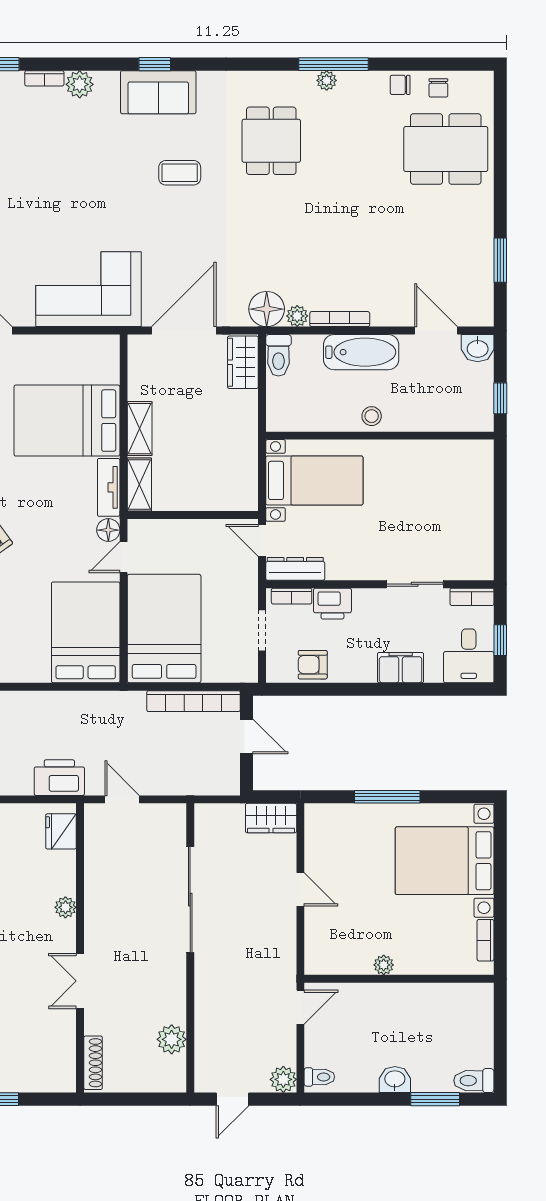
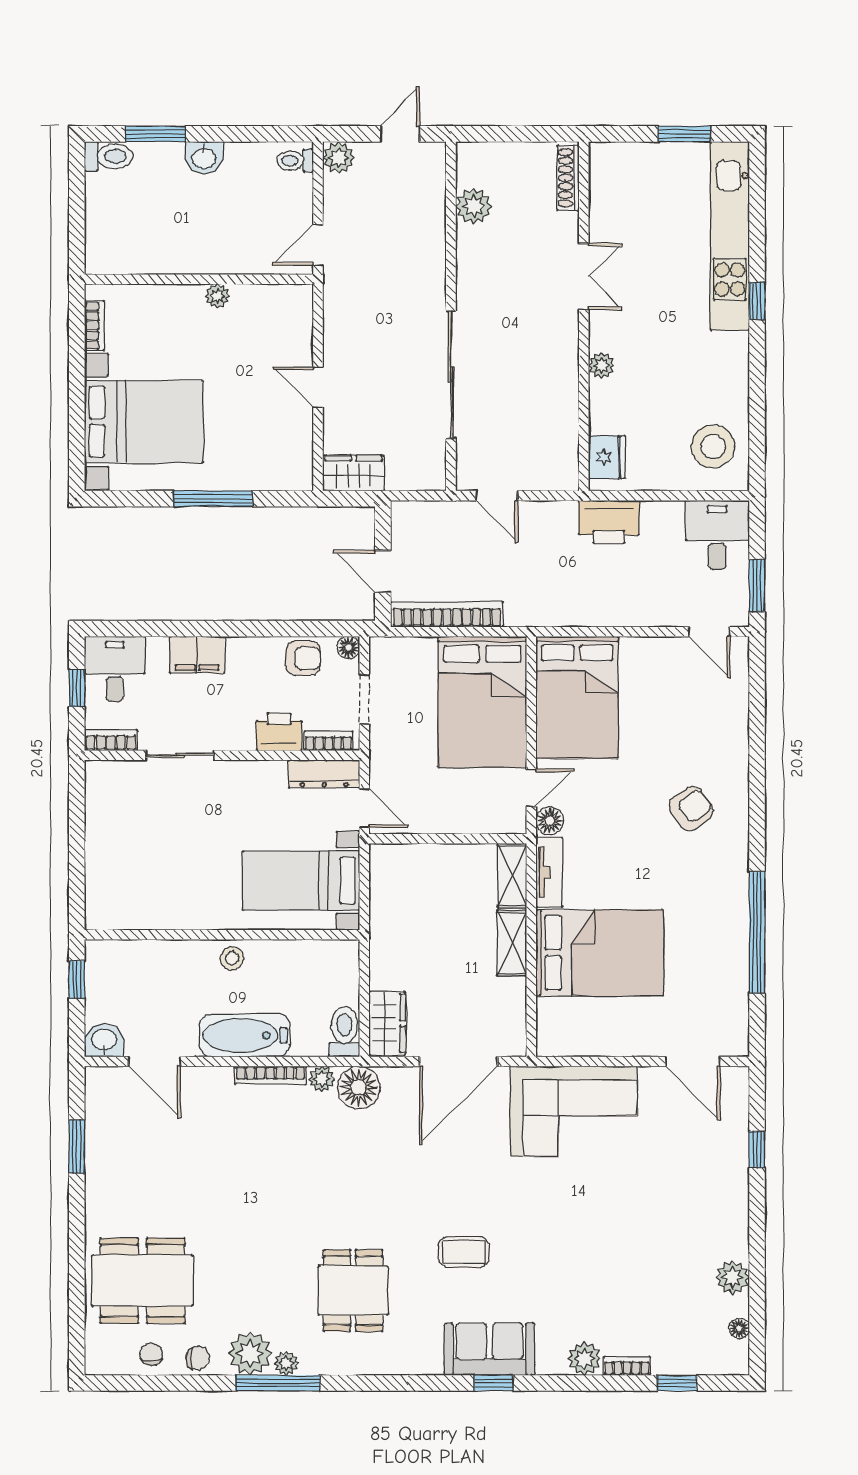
plant: (357, 89) -> (250, 1353), added
floor lamp: (275, 674) -> (348, 648), added
door: (122, 799) -> (497, 496), moved

